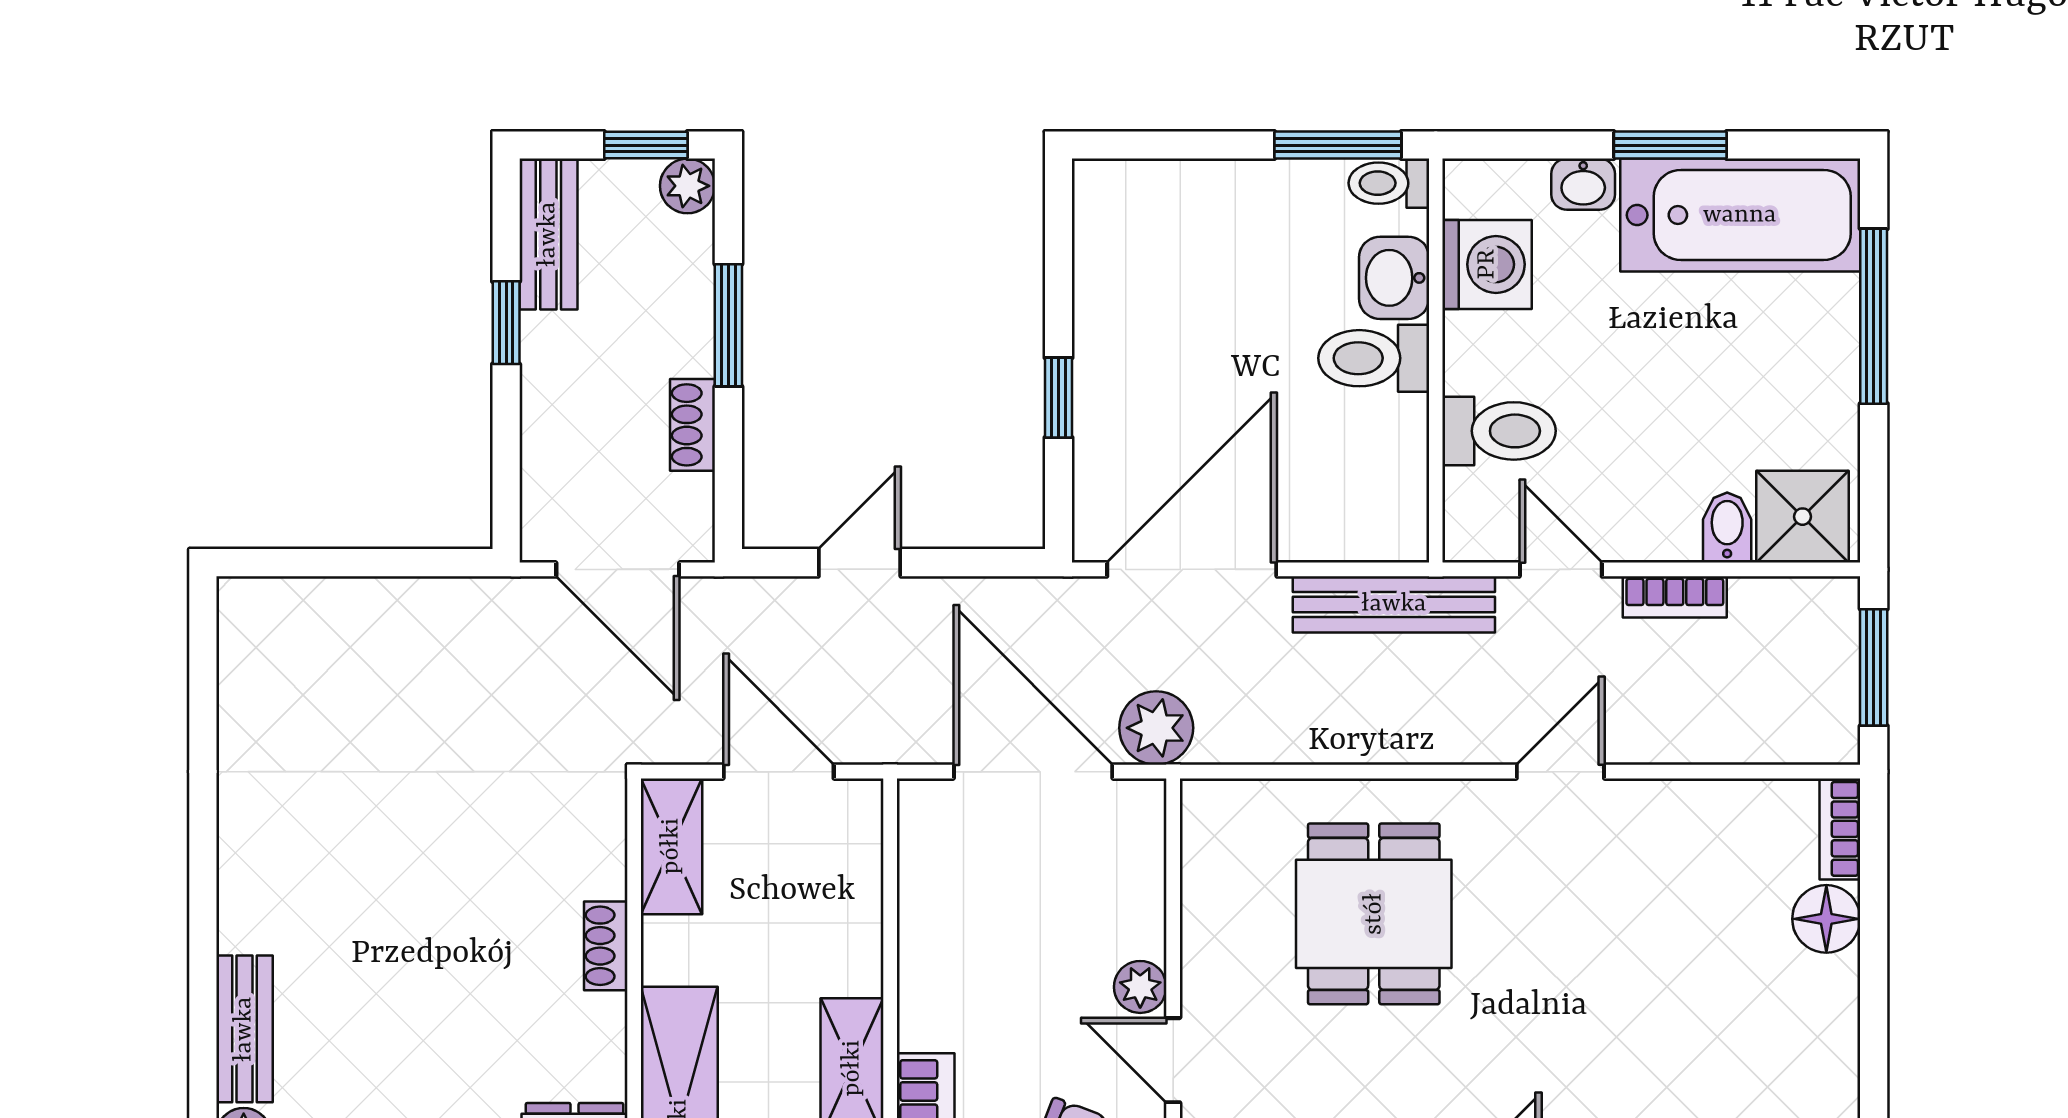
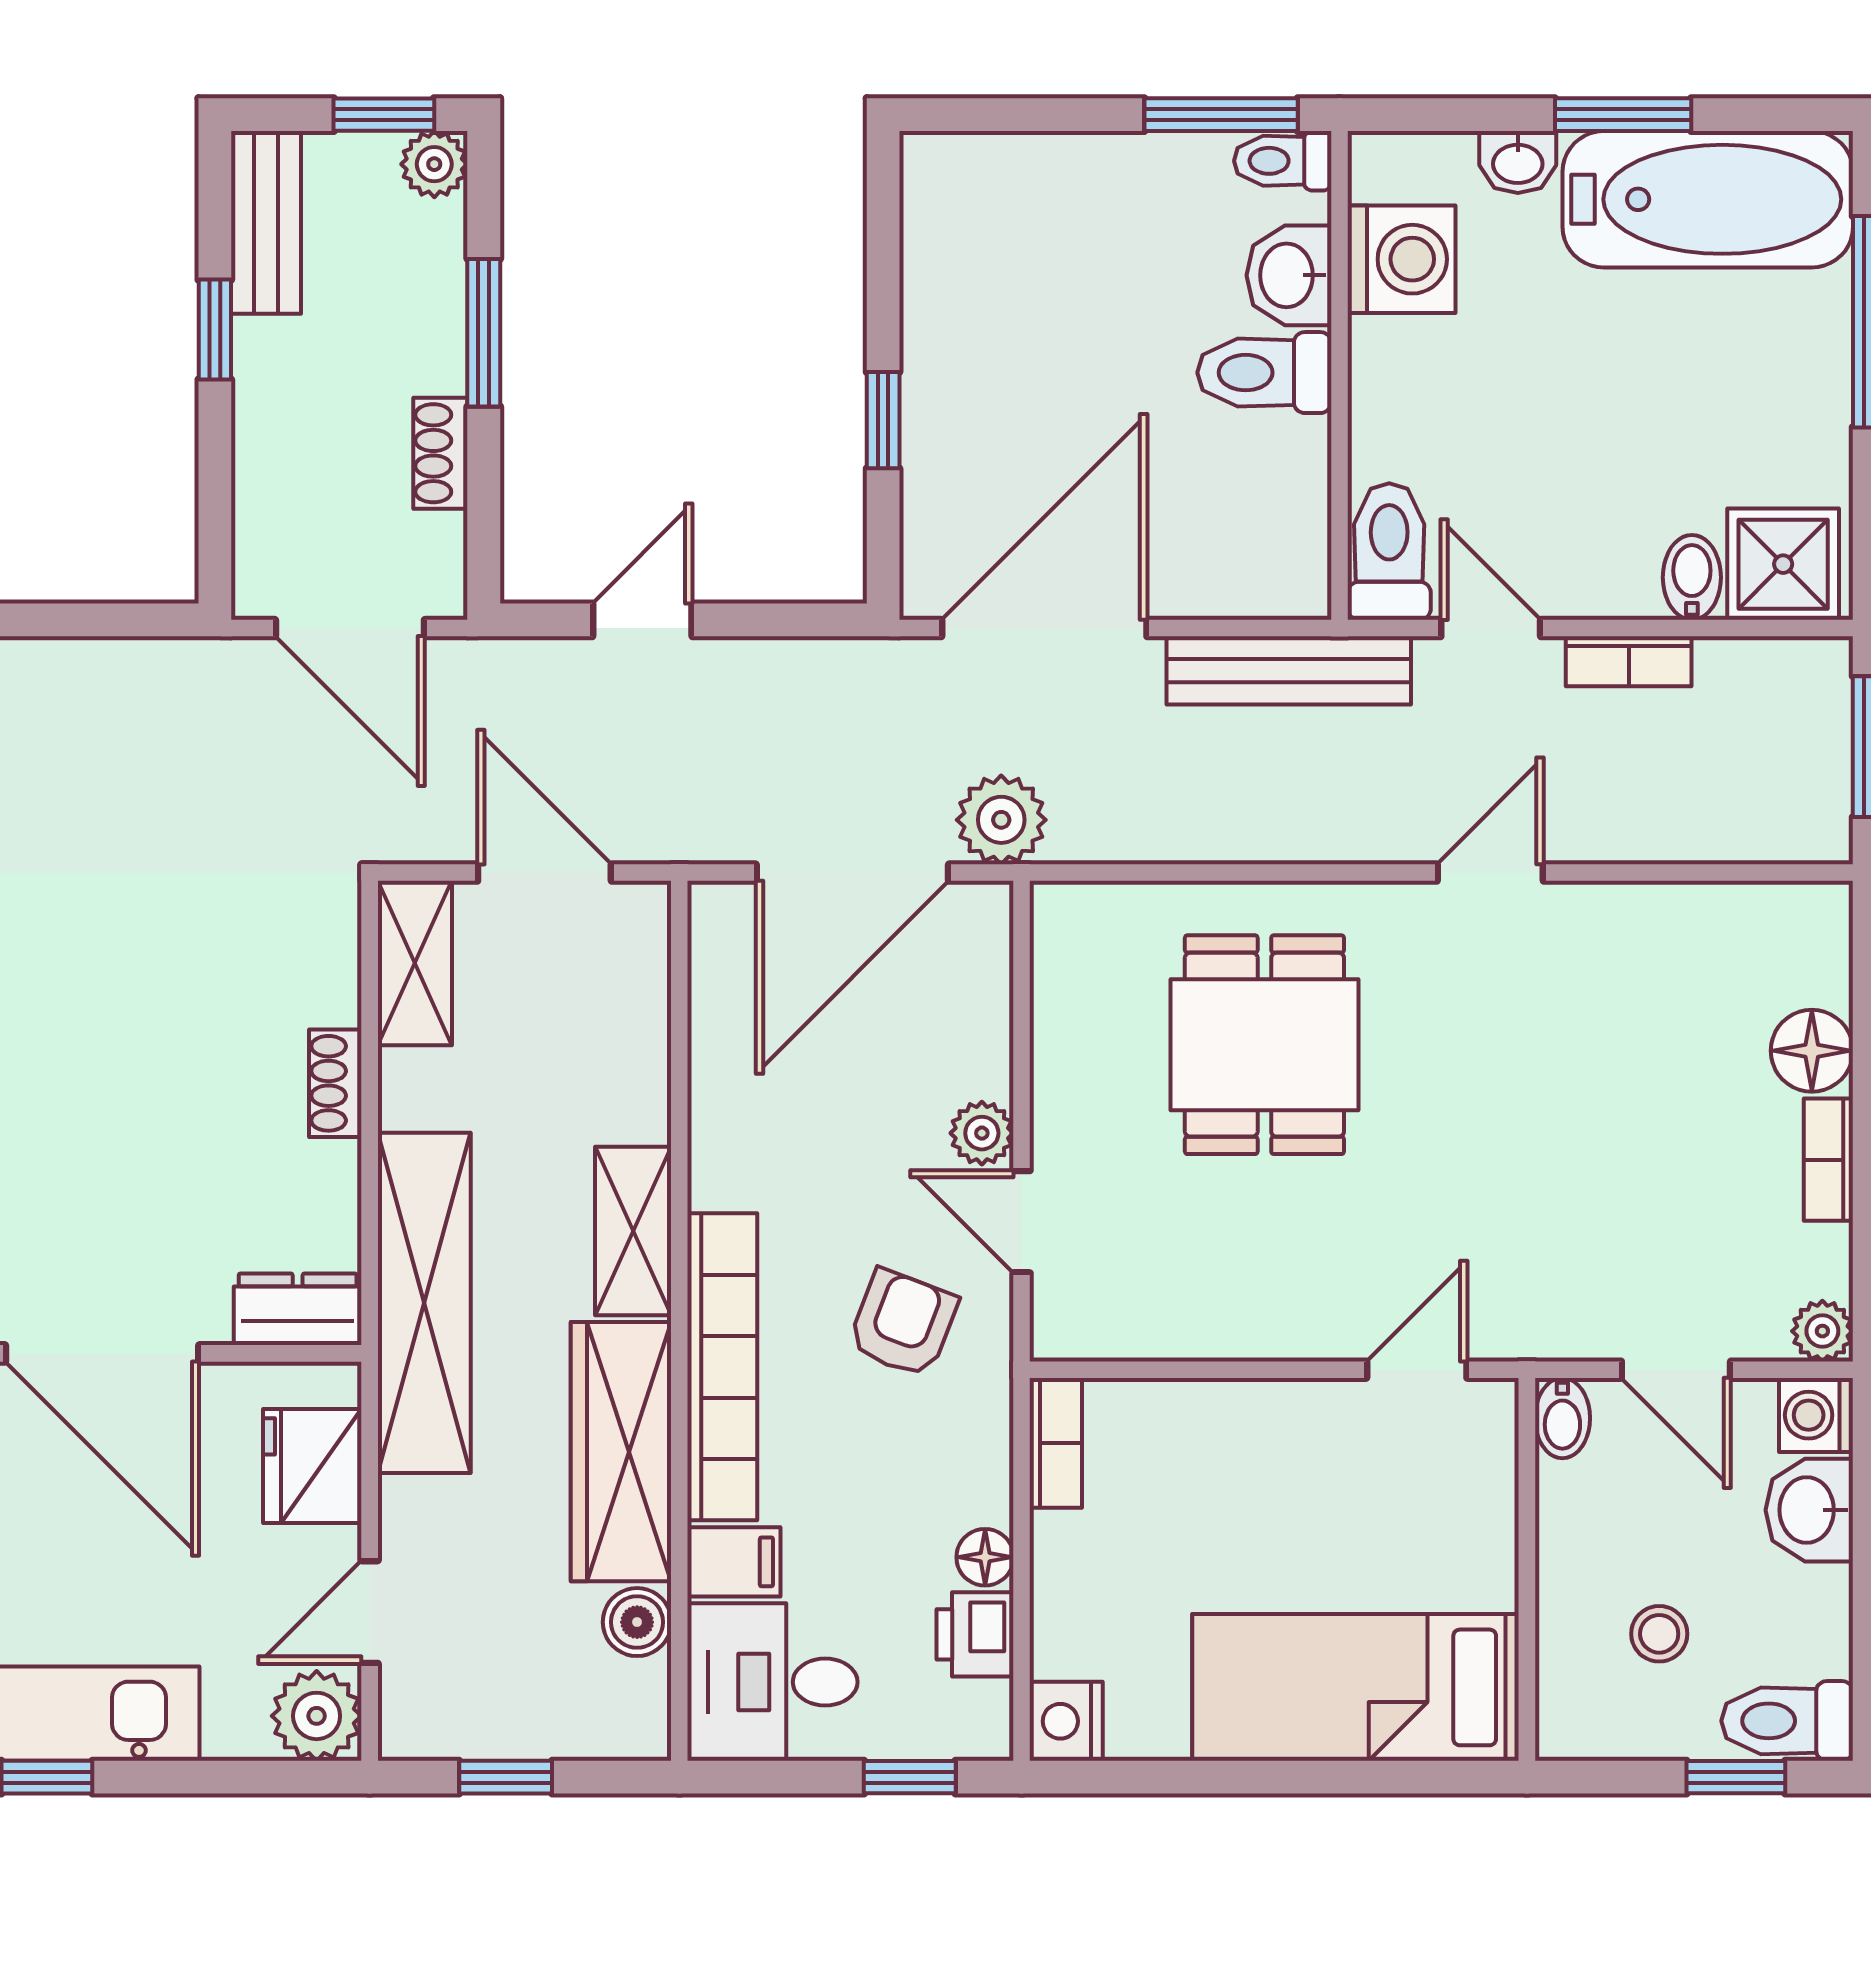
toilet: (1499, 431) -> (1389, 551), moved, turned -90
door: (1033, 772) -> (852, 873), swing flipped
bookcase: (1840, 829) -> (1828, 1160), moved

